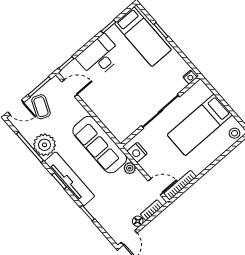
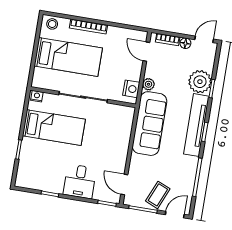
bed: (143, 37) -> (54, 128), moved, turned 90
desk: (99, 57) -> (80, 181), width x0.73
door: (16, 107) -> (175, 215), hinge flipped
plant: (44, 145) -> (200, 82), moved
bookcase: (180, 185) -> (88, 27), moved

